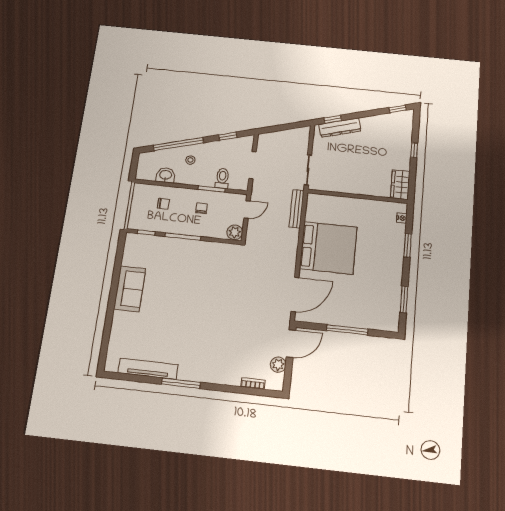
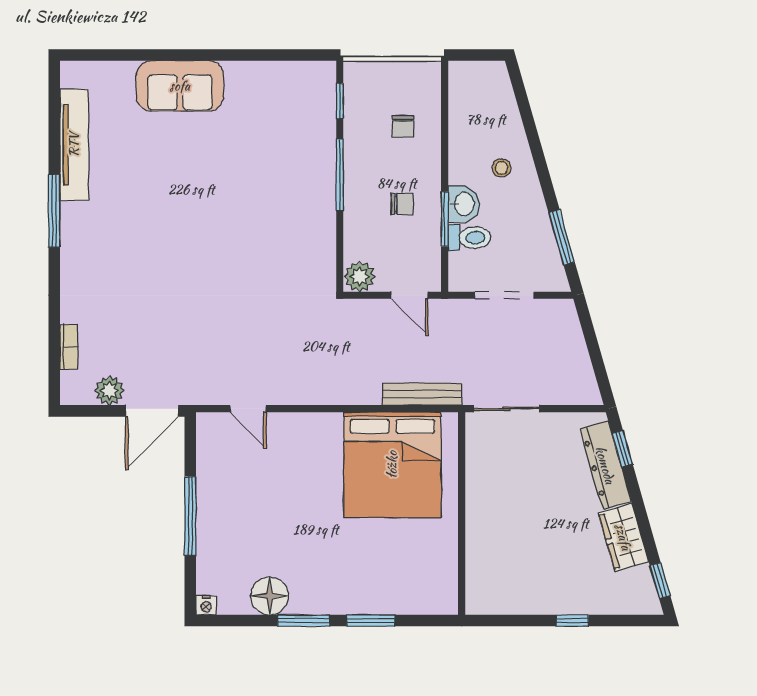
window: (228, 136) -> (562, 237), width x1.50
window: (178, 144) -> (533, 138), removed
washbasin: (166, 175) -> (464, 204), moved
wardrobe: (400, 185) -> (623, 537), moved, turned -106
nightstand: (402, 218) -> (206, 605), moved
bed: (328, 248) -> (392, 465), moved
sofa: (130, 289) -> (180, 86), moved
door: (295, 294) -> (248, 409), width x0.53
floor lamp: (392, 294) -> (270, 596), added
window: (404, 299) -> (304, 621), moved
door: (291, 344) -> (152, 411), hinge flipped

